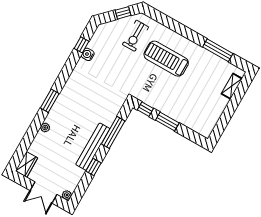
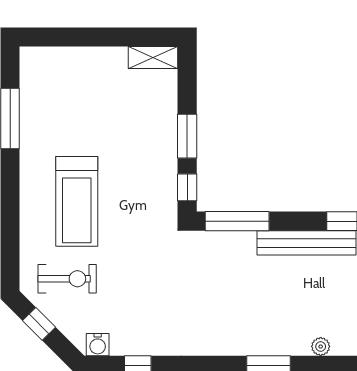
water cooler: (88, 54) -> (98, 345), moved
shelving: (232, 86) -> (153, 58), moved
window: (113, 132) -> (237, 221), moved

